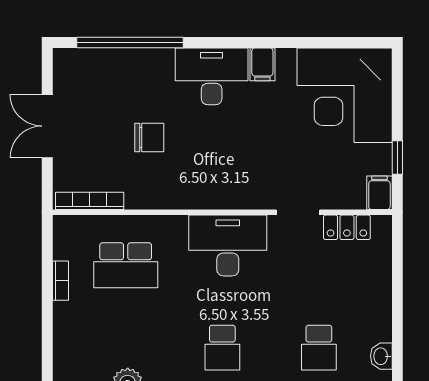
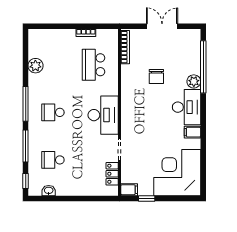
plant: (159, 62) -> (194, 81), added

